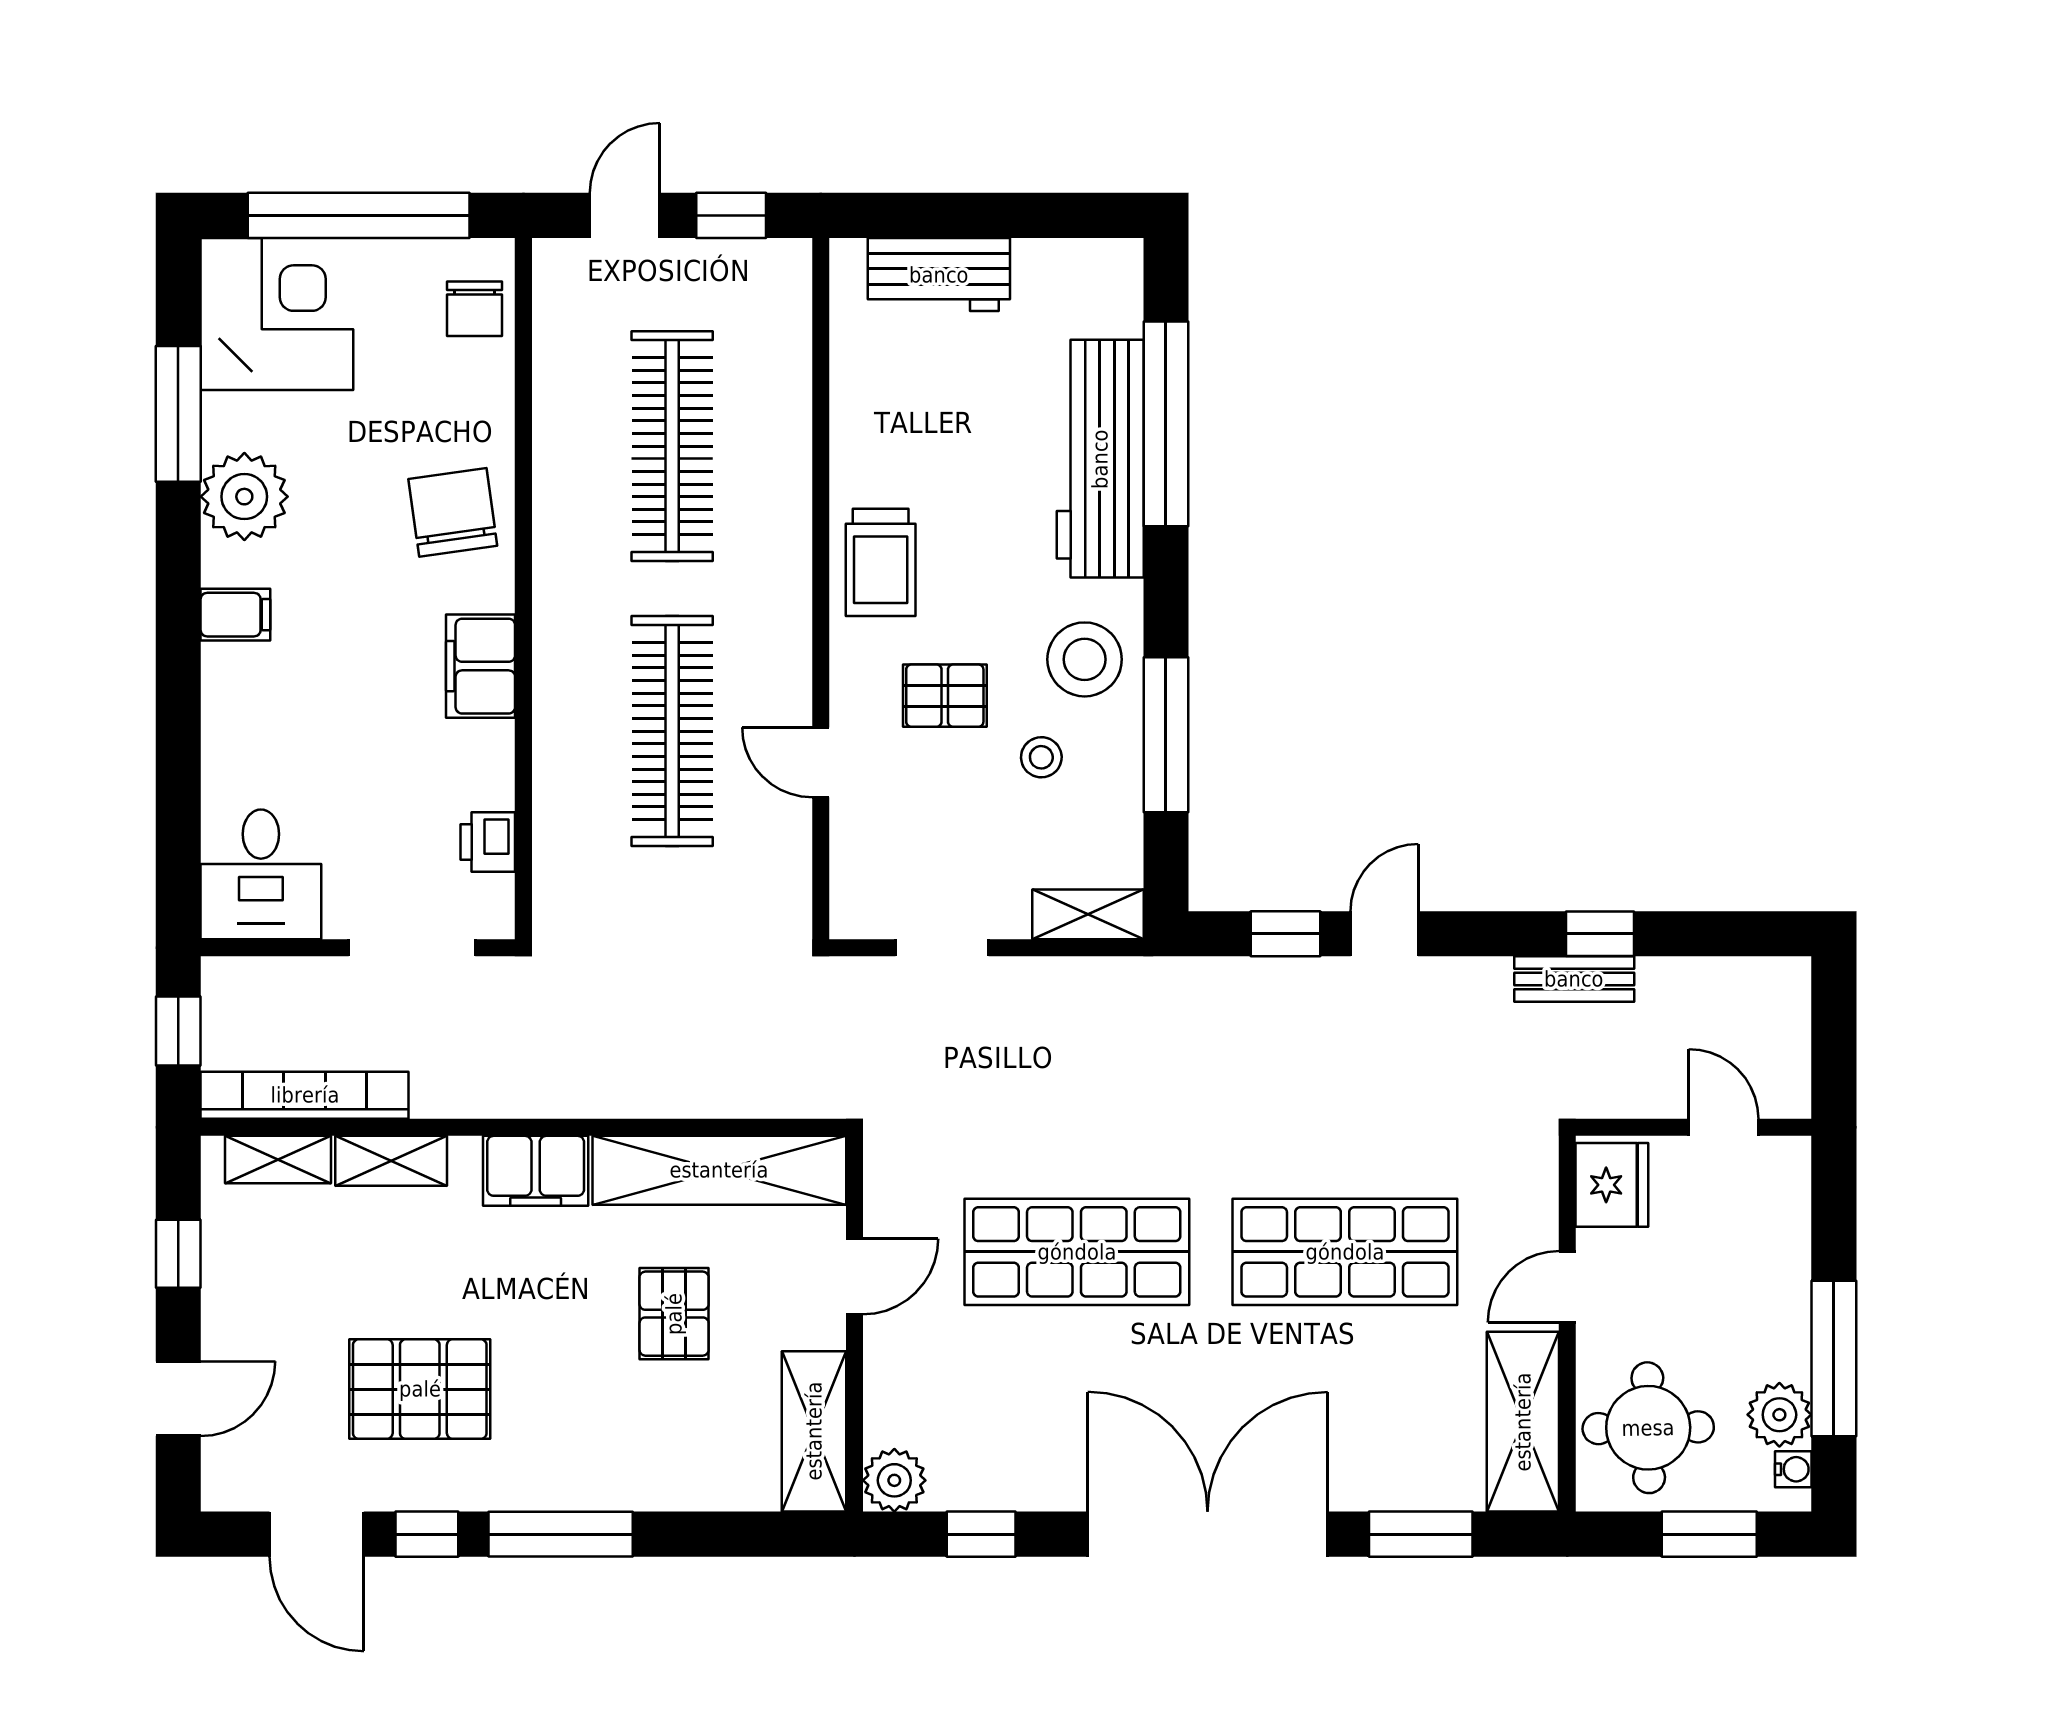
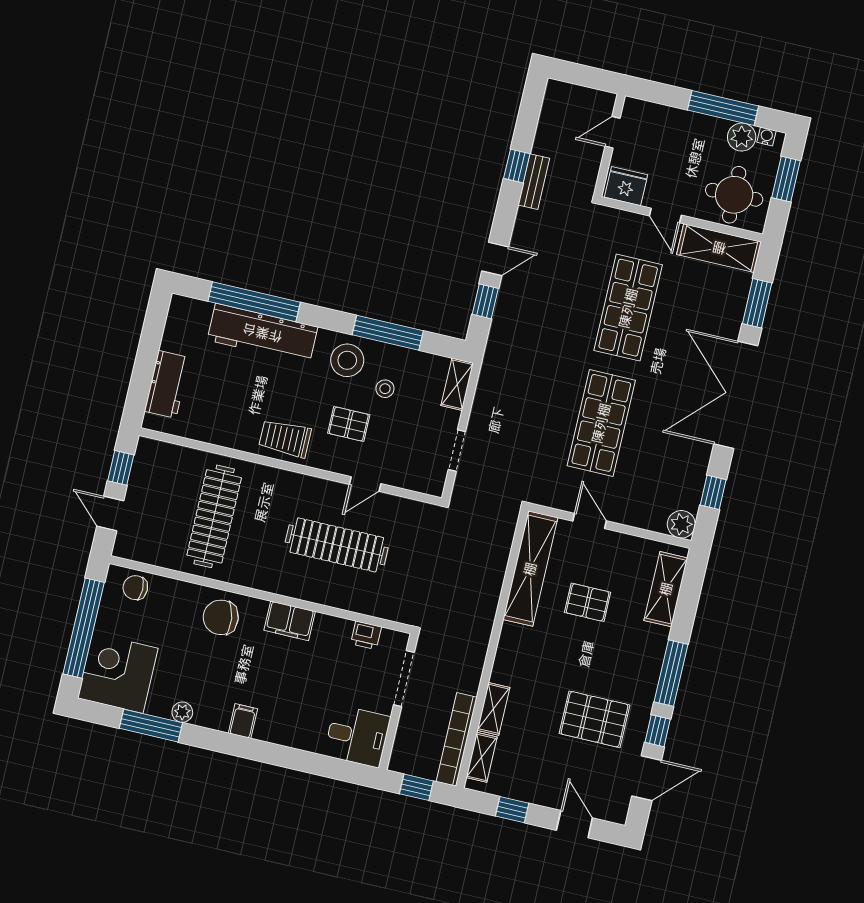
chair: (474, 309) -> (135, 588), turned 180
clothes rail: (672, 446) -> (214, 516), turned 90
plant: (244, 497) -> (182, 712), width x0.53, depth x0.53
trolley: (881, 562) -> (285, 438), turned 180
pallet: (945, 696) -> (349, 424), turned 90
door: (1384, 934) -> (495, 259), swing flipped
filing cabinet: (536, 1171) -> (512, 648), removed
pallet: (420, 1389) -> (595, 719), turned 90
shelving: (814, 1431) -> (666, 589), moved, turned 90

